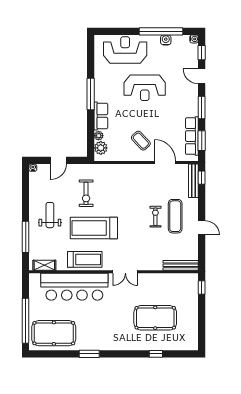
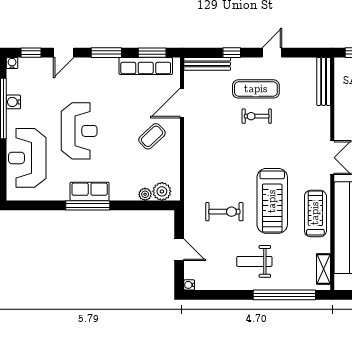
row of seats: (101, 116) -> (90, 191), moved
window: (202, 178) -> (232, 53), moved
window: (26, 237) -> (284, 295), width x1.46

